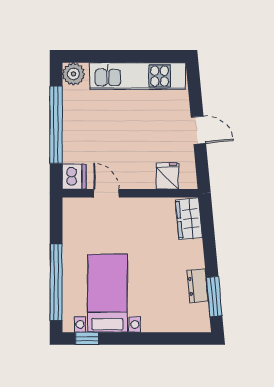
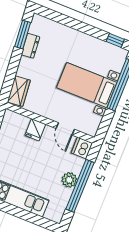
plant: (73, 74) -> (69, 180), moved
fridge: (167, 176) -> (35, 130), moved
bed with nightstands: (107, 293) -> (87, 85), moved, turned 90

